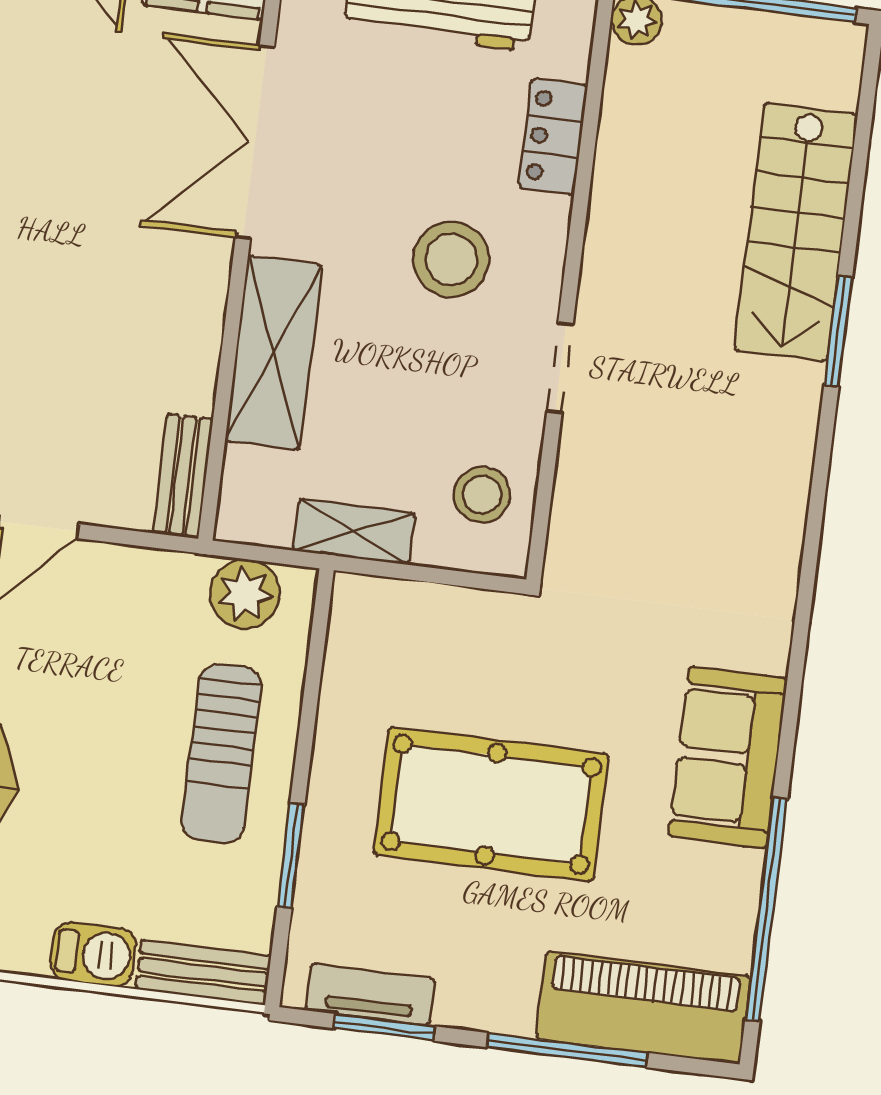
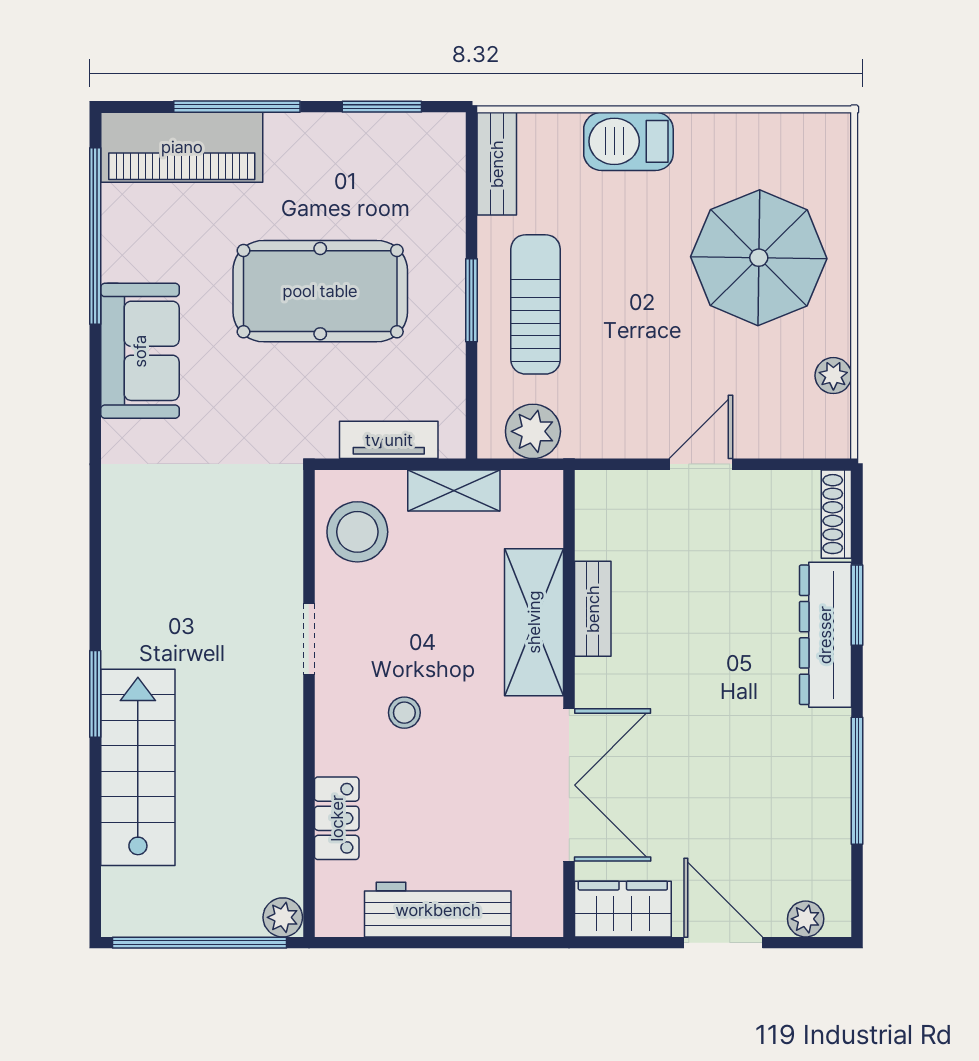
stool: (451, 259) -> (404, 713), width x0.53, depth x0.53
bench: (183, 476) -> (593, 609), moved
stool: (482, 495) -> (357, 532), width x1.38, depth x1.38
window: (291, 856) -> (471, 300), moved
barbecue: (93, 954) -> (628, 141), width x1.38, depth x1.27
bench: (203, 972) -> (497, 164), moved, turned 90
tv unit: (370, 994) -> (389, 440), moved, turned 180

